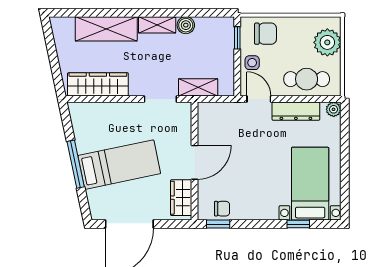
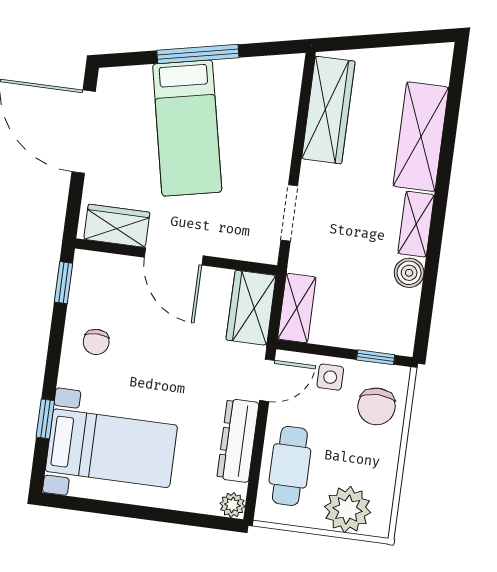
shelving: (198, 87) -> (297, 308), moved
wardrobe: (218, 114) -> (251, 308), added
chair: (222, 209) -> (96, 342), moved

